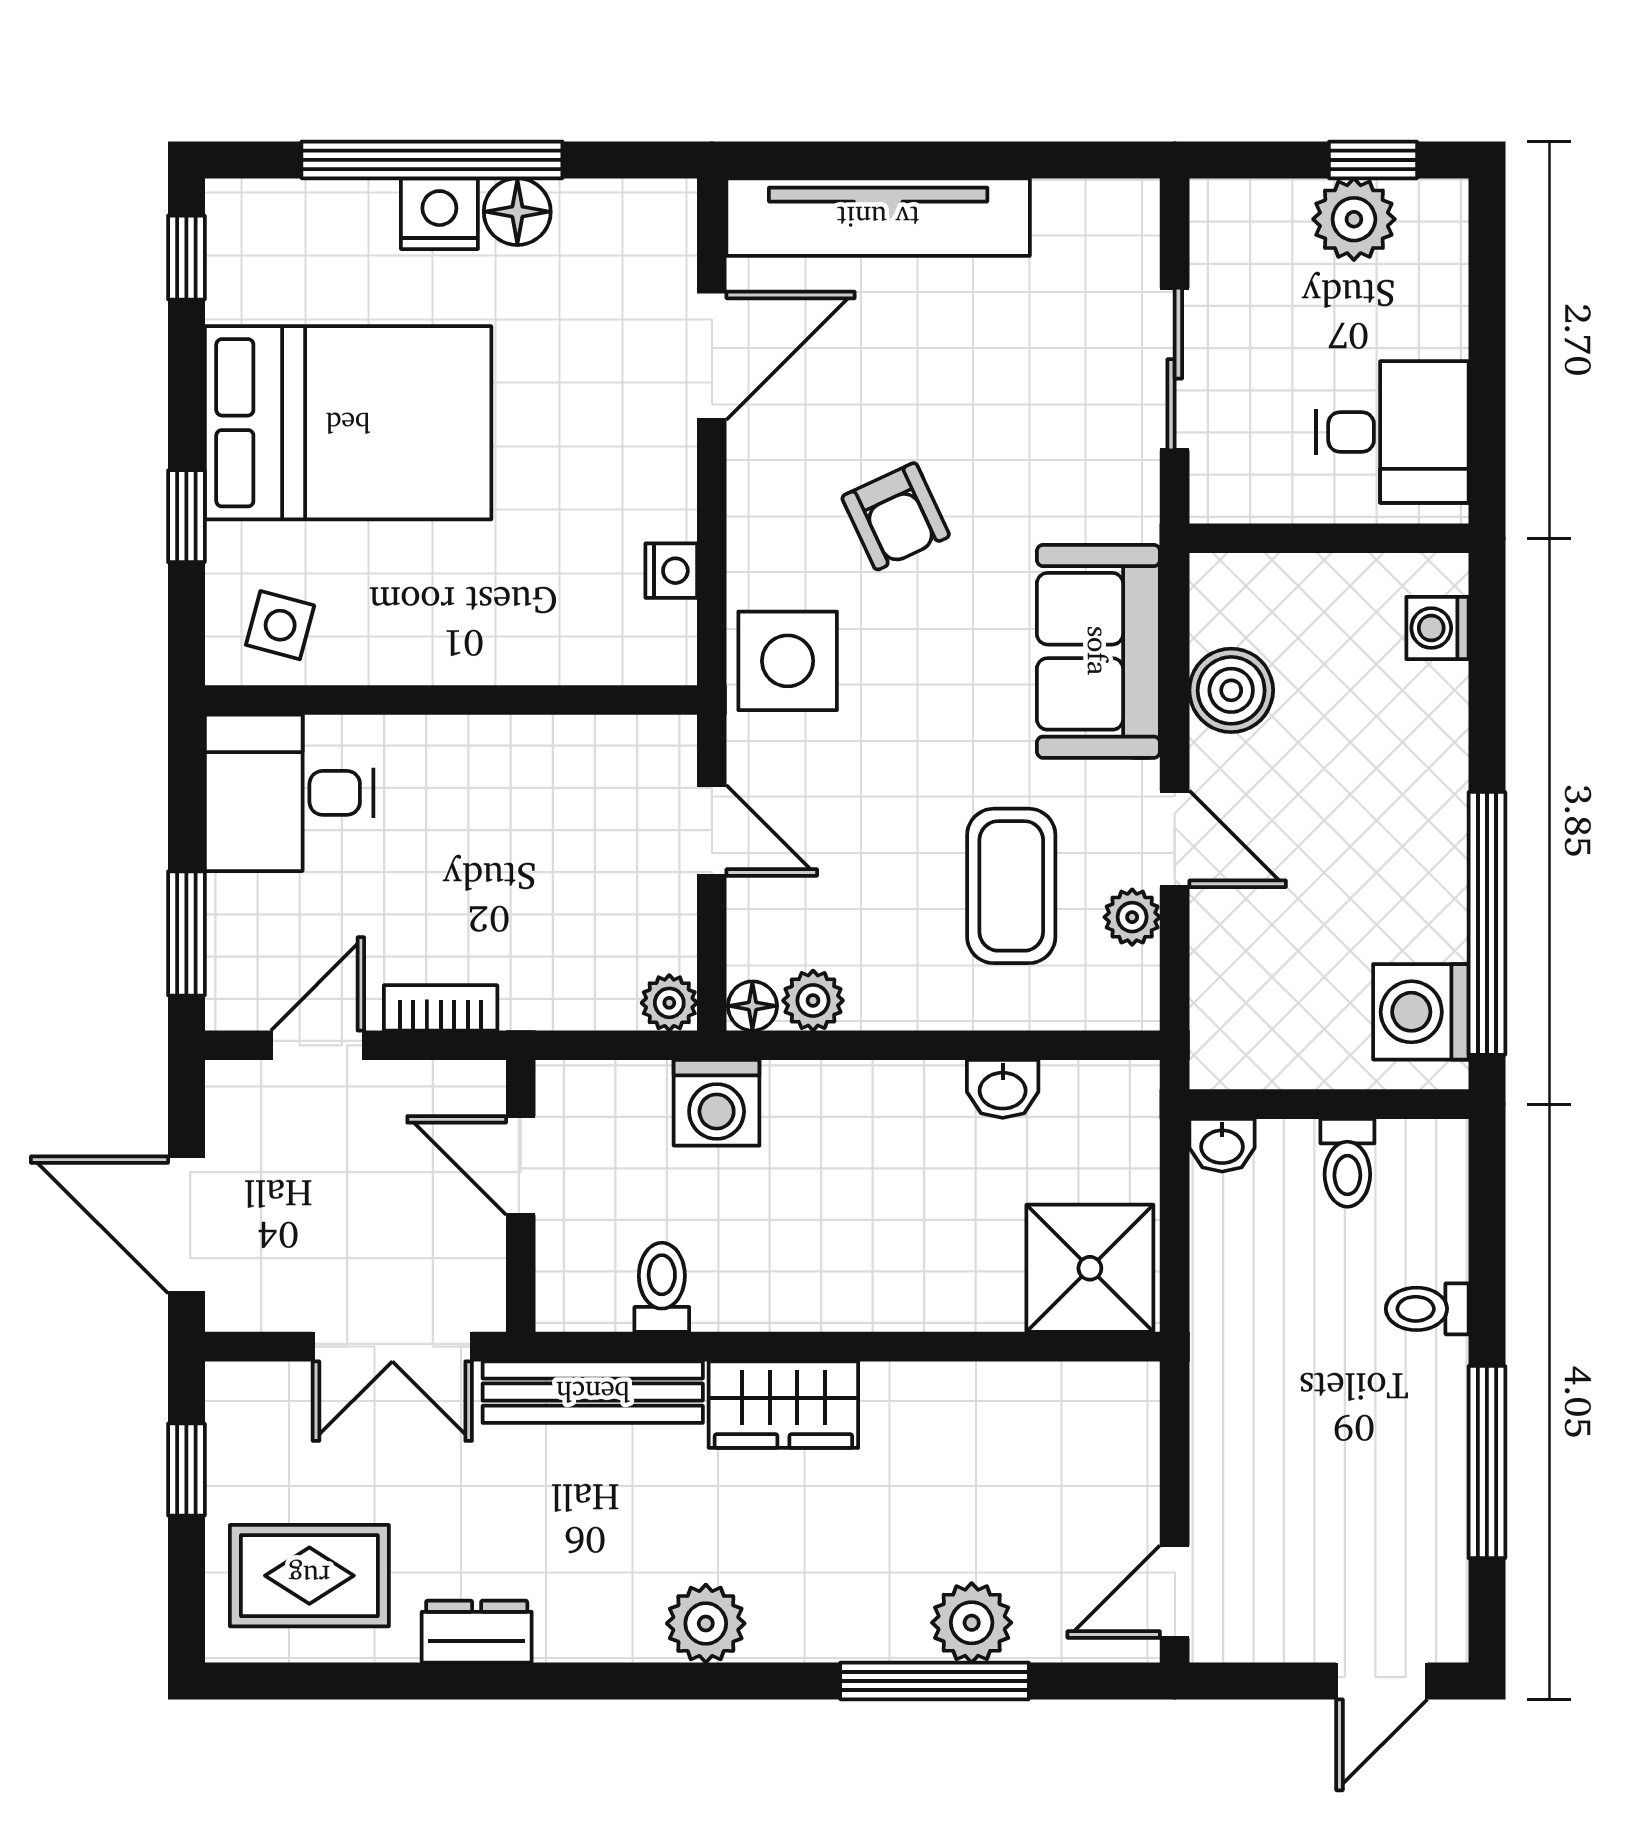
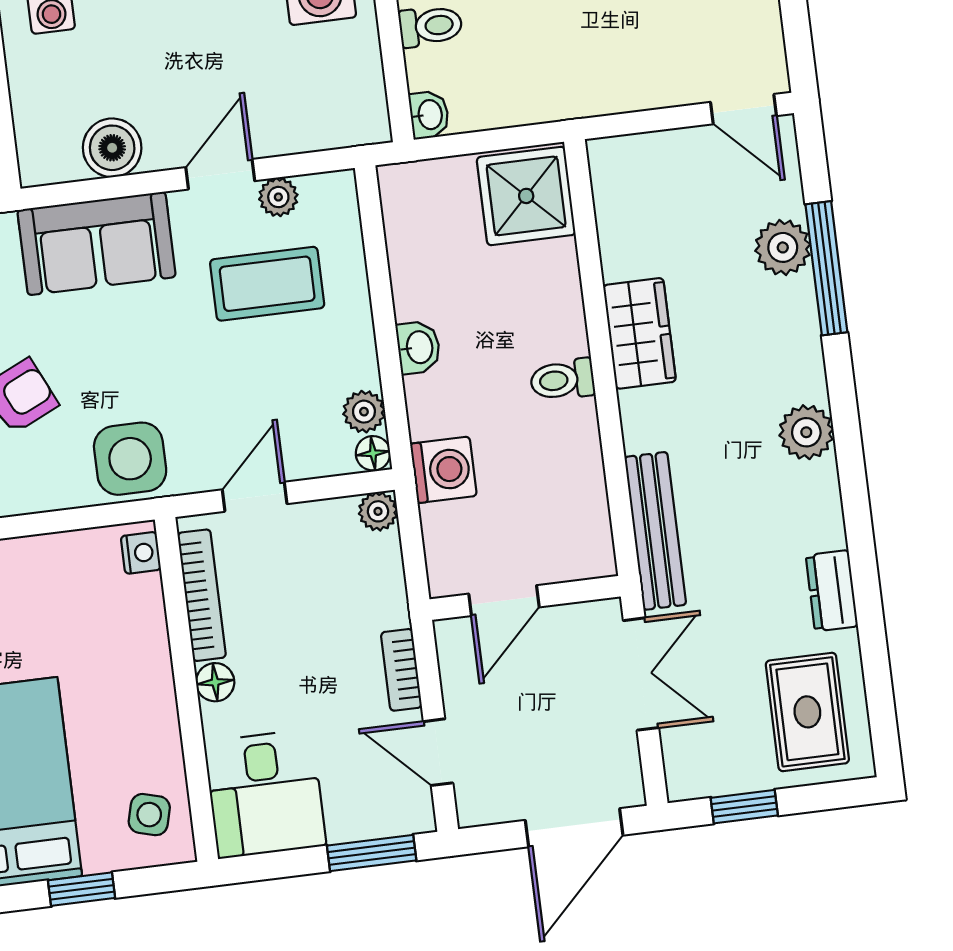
nightstand: (671, 571) -> (141, 553), moved, turned 90
bookcase: (582, 738) -> (202, 595), added
floor lamp: (456, 742) -> (215, 682), added
washbasin: (1003, 1089) -> (418, 347), moved
toilet: (662, 1287) -> (562, 380), moved
wardrobe: (783, 1405) -> (639, 333), moved

